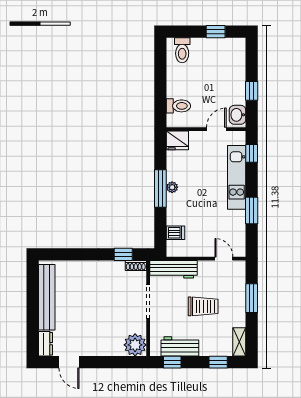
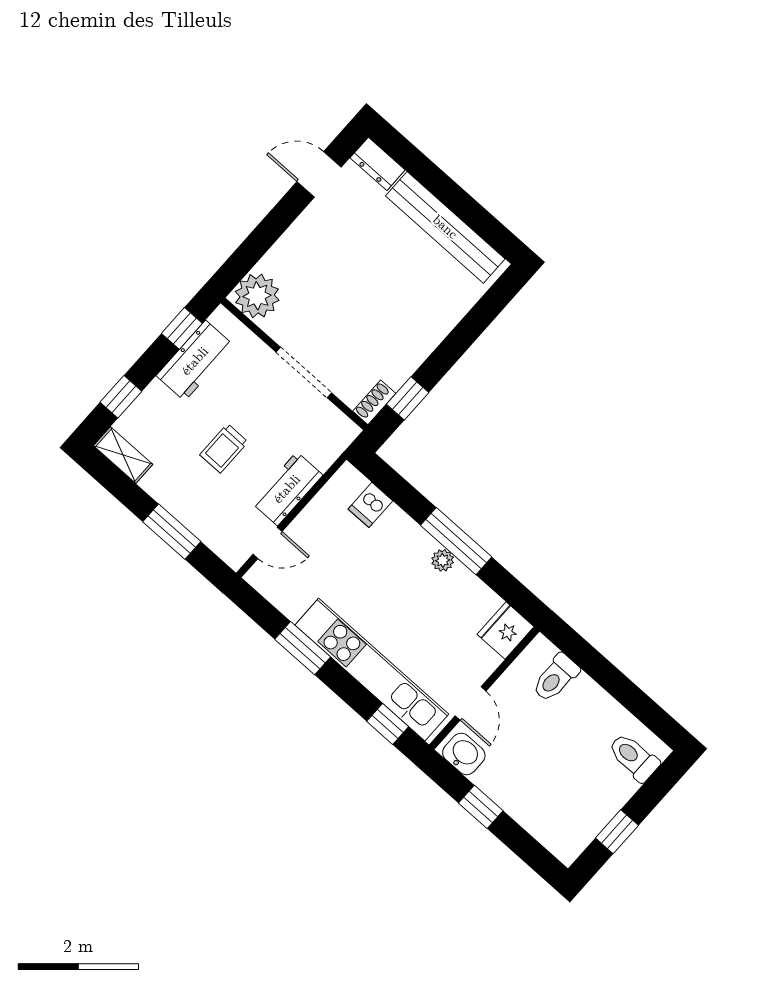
kitchen unit: (237, 177) -> (372, 670), width x1.36
workbench: (173, 269) -> (287, 489), moved, width x0.73
trolley: (203, 306) -> (224, 448), width x0.73, depth x0.72

